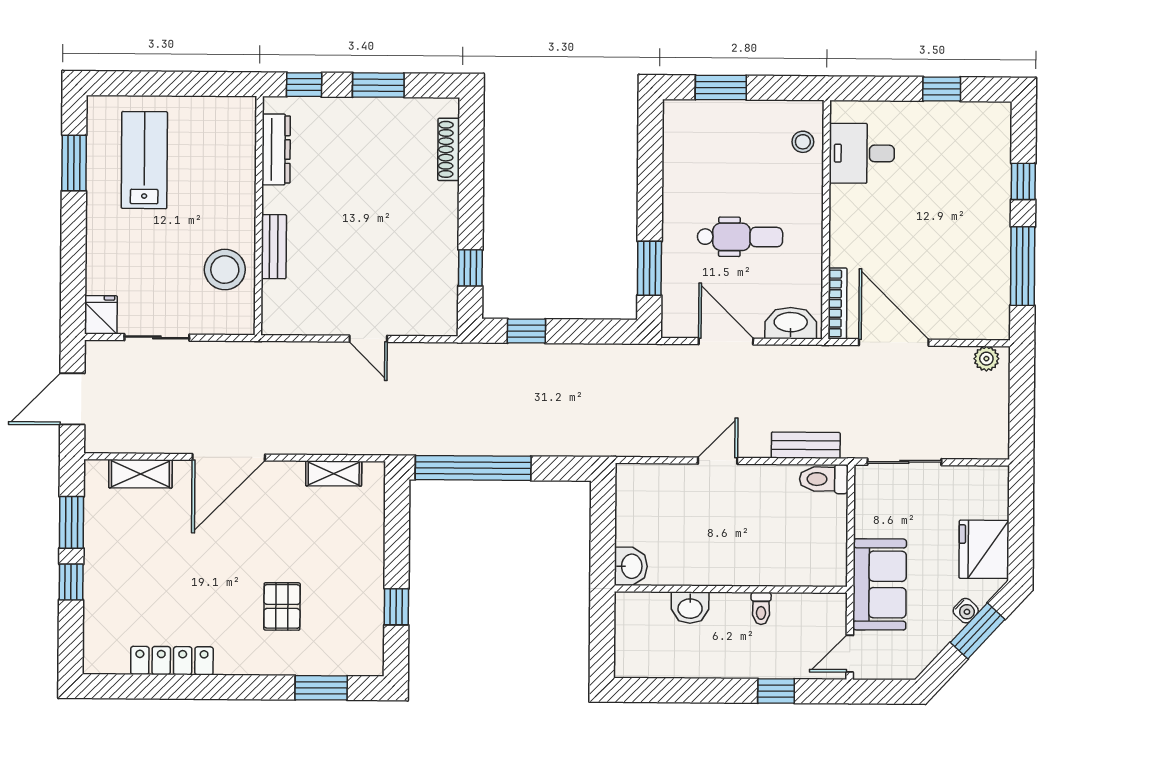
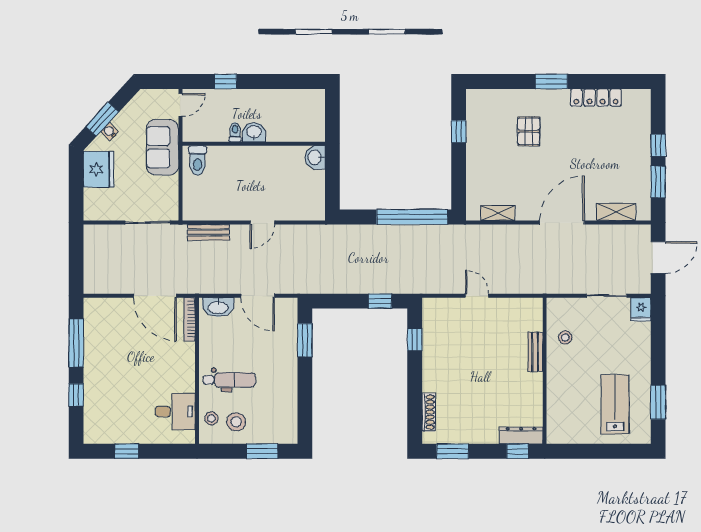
window: (378, 85) -> (453, 451), moved
stool: (763, 136) -> (236, 422), added
dresser: (276, 149) -> (521, 435), moved, turned 90
lab bench: (144, 160) -> (615, 404), turned 180
dental chair: (740, 237) -> (229, 380), moved, turned 180
stool: (225, 270) -> (565, 338), width x0.53, depth x0.53
plant: (986, 359) -> (98, 286), removed
toilet: (824, 479) -> (198, 160), moved, turned 90
washbasin: (690, 608) -> (254, 132), moved
window: (321, 688) -> (551, 82), moved

